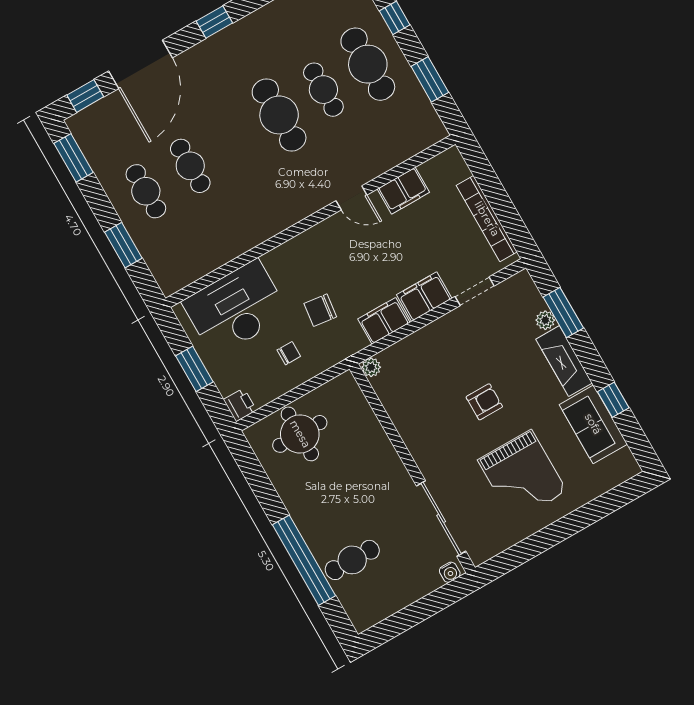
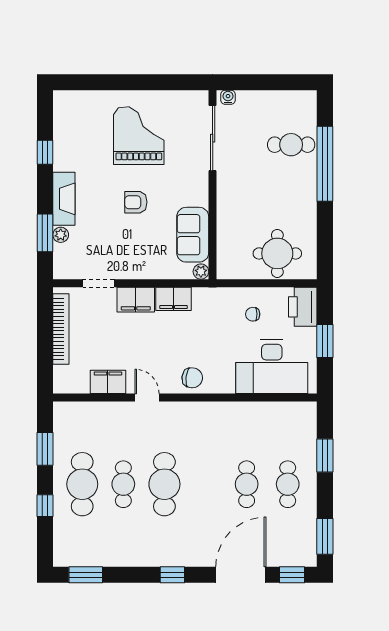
chair: (320, 310) -> (192, 378), moved
printer: (240, 405) -> (303, 307), width x1.87, depth x1.48
sofa: (593, 424) -> (193, 235), moved, turned 180

